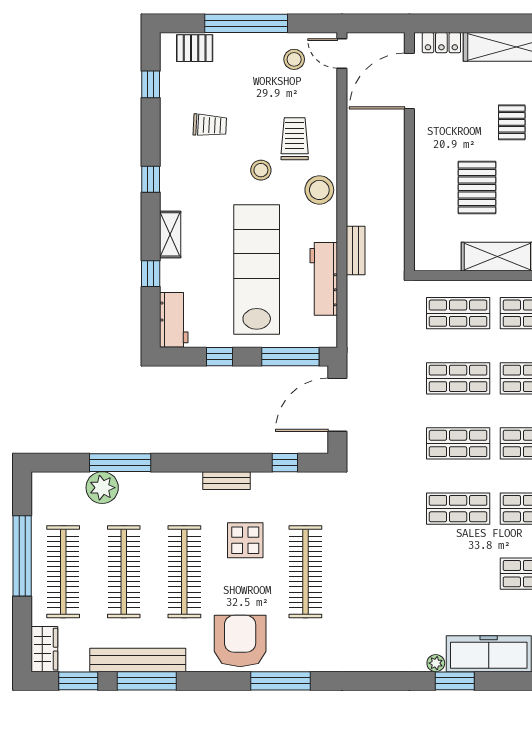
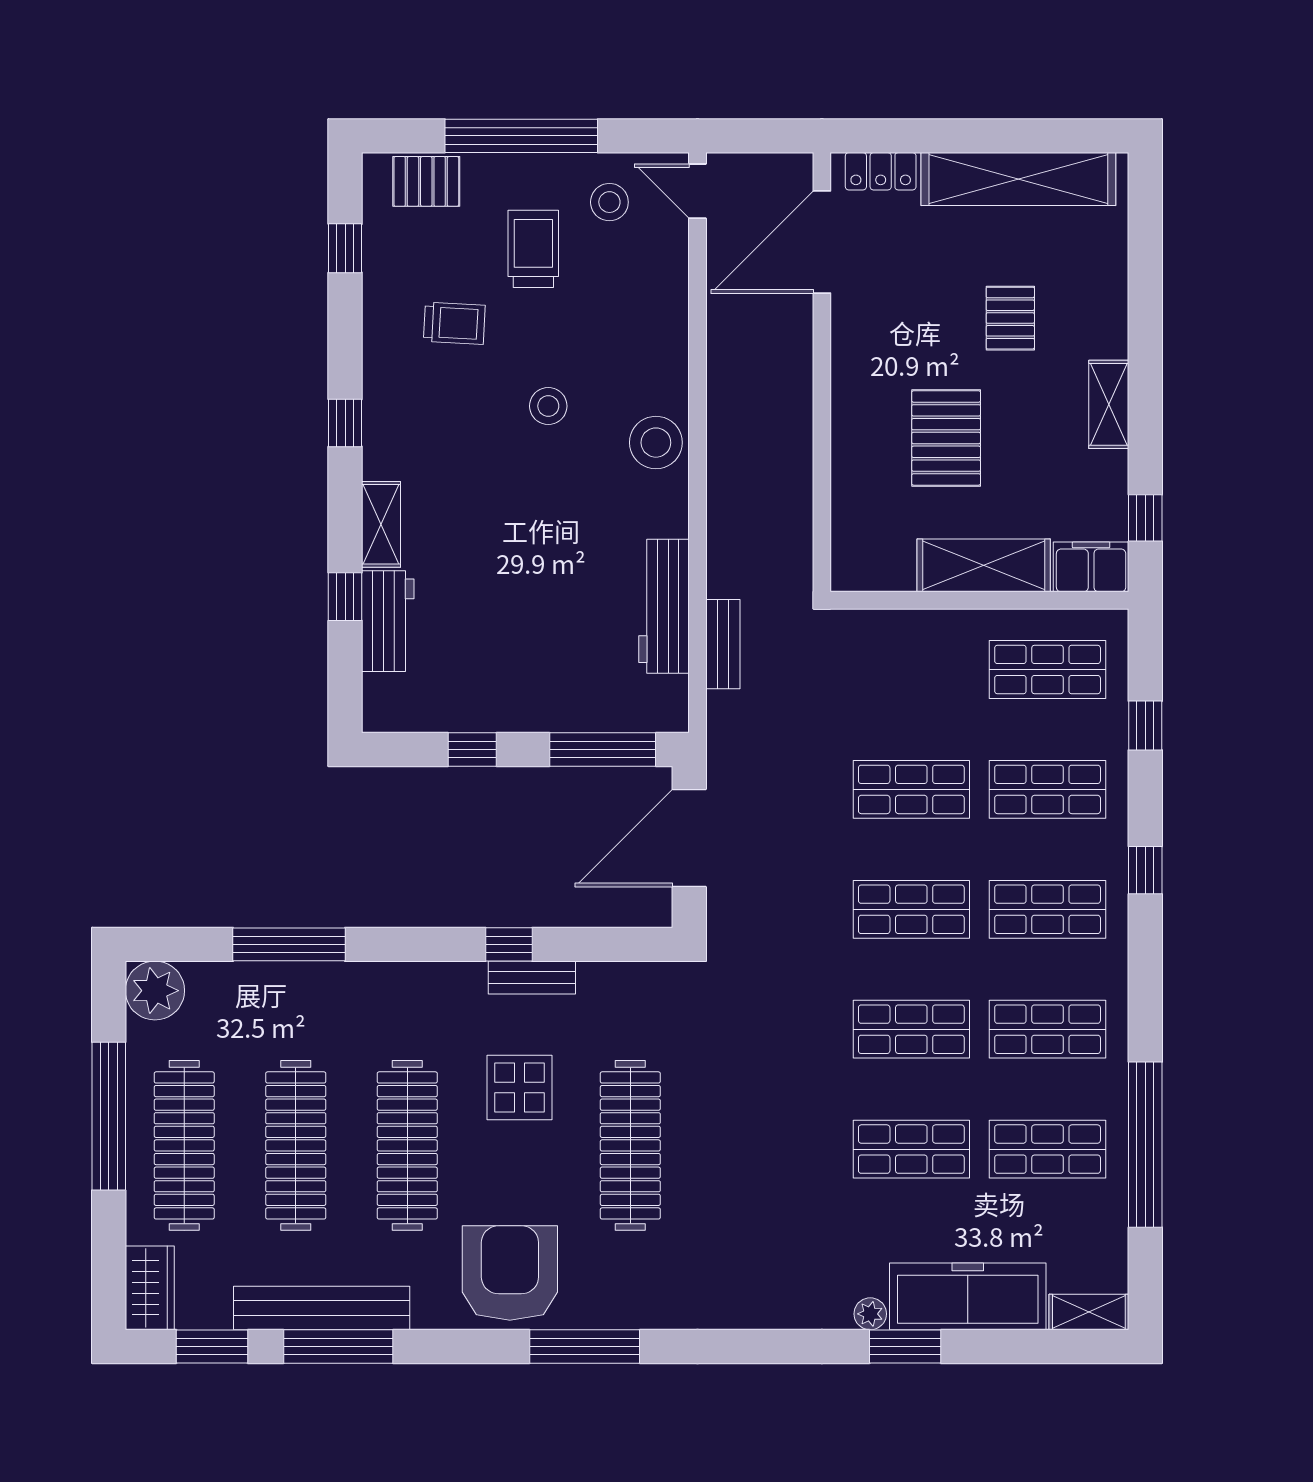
trolley: (295, 139) -> (533, 249), moved
bench: (356, 251) -> (723, 644), moved
lab bench: (257, 270) -> (540, 589), removed
shop shelf: (458, 313) -> (911, 1149), moved
workbench: (174, 320) -> (388, 621), moved
window: (285, 463) -> (509, 944), moved
bench: (227, 481) -> (532, 978), moved
plant: (102, 488) -> (155, 991), moved

